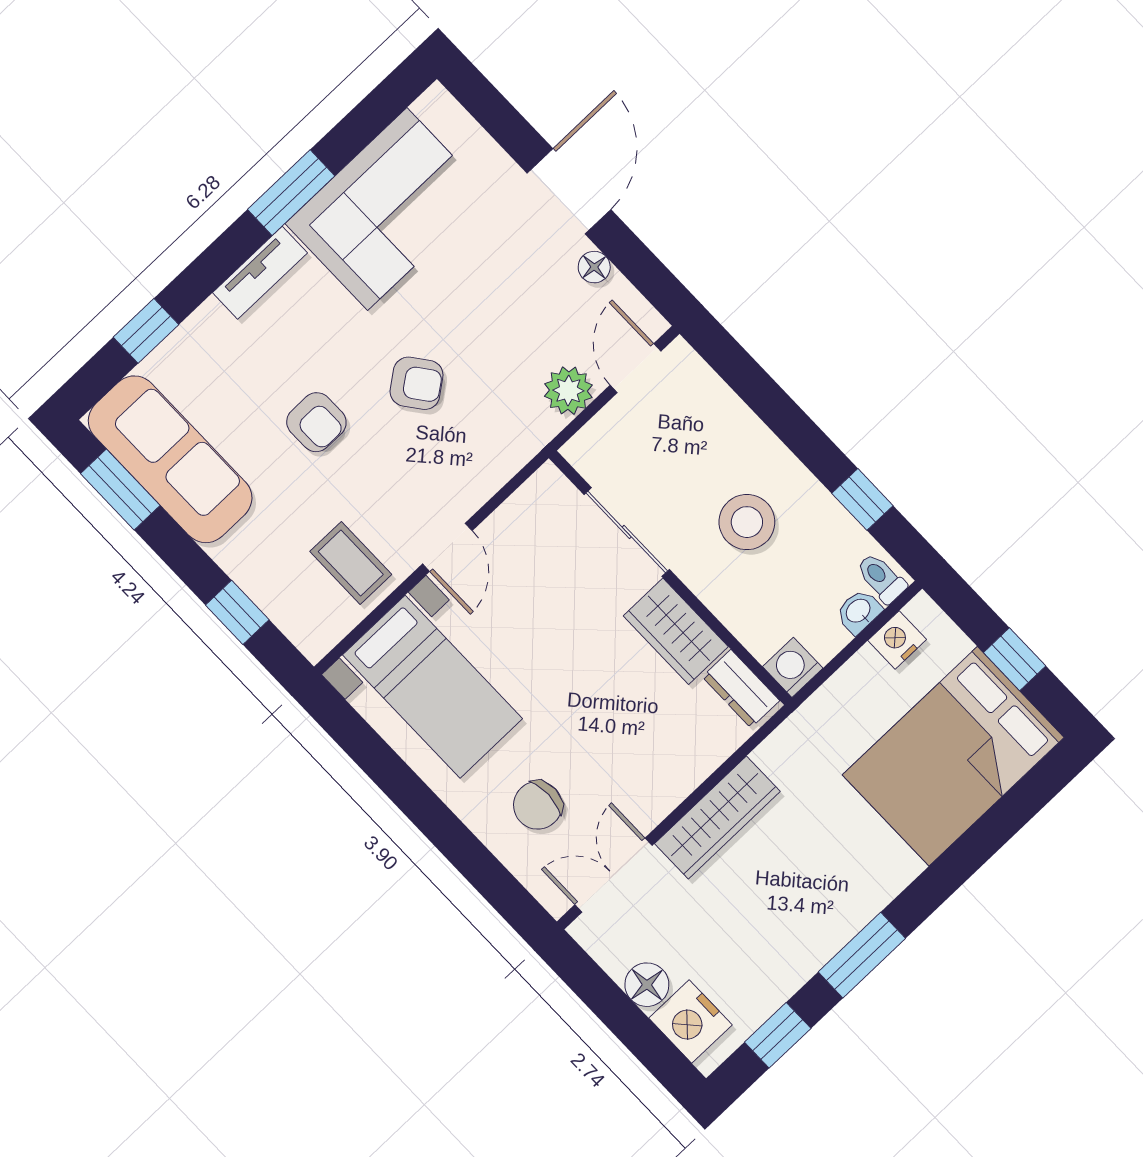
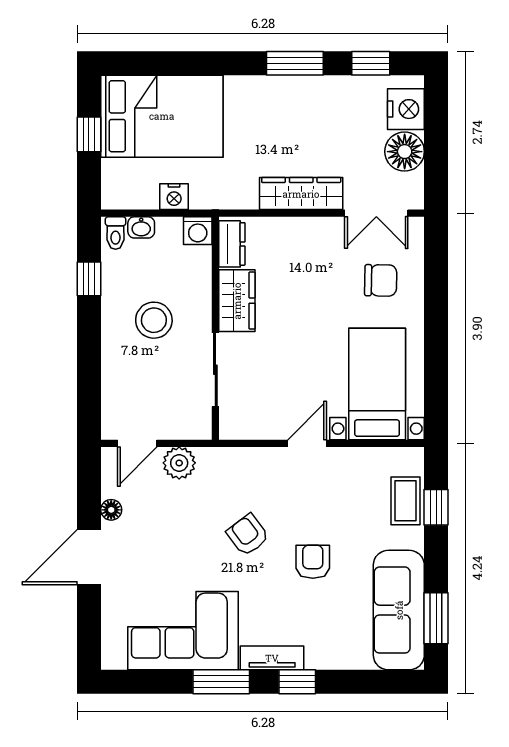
window: (146, 331) -> (297, 682), moved
coffee table: (351, 563) -> (405, 501), moved
nightstand: (897, 640) -> (174, 197), moved
floor lamp: (647, 985) -> (405, 152), width x1.38, depth x1.38

